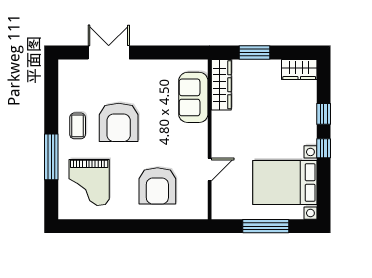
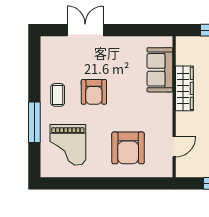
wardrobe: (221, 85) -> (184, 88), moved
armchair: (119, 122) -> (94, 92), width x0.73, depth x0.73
door: (210, 170) -> (174, 147), moved

